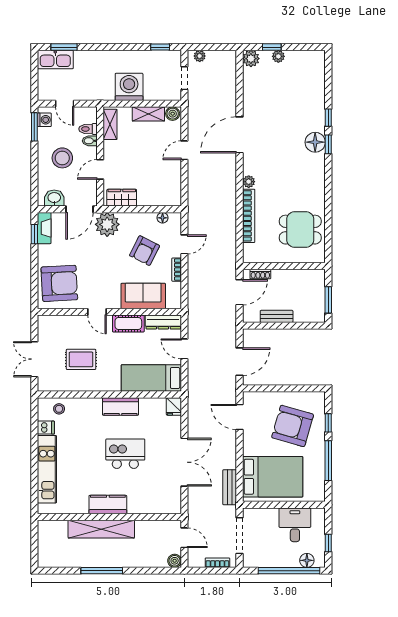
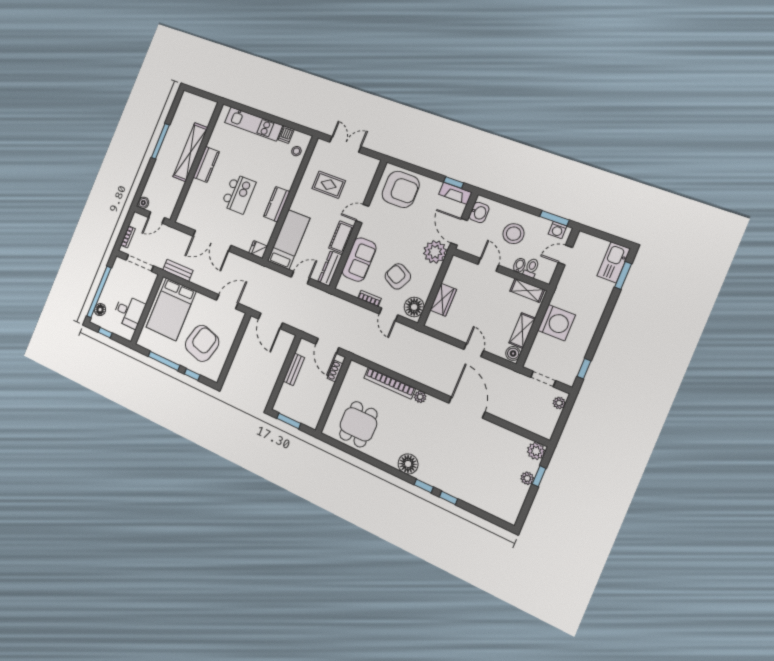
floor lamp: (315, 142) -> (408, 464), moved
wardrobe: (122, 198) -> (443, 300), moved
floor lamp: (163, 218) -> (414, 307), width x1.89, depth x1.89
armchair: (59, 283) -> (401, 189), turned -87
rug: (81, 359) -> (329, 185), turned 90

